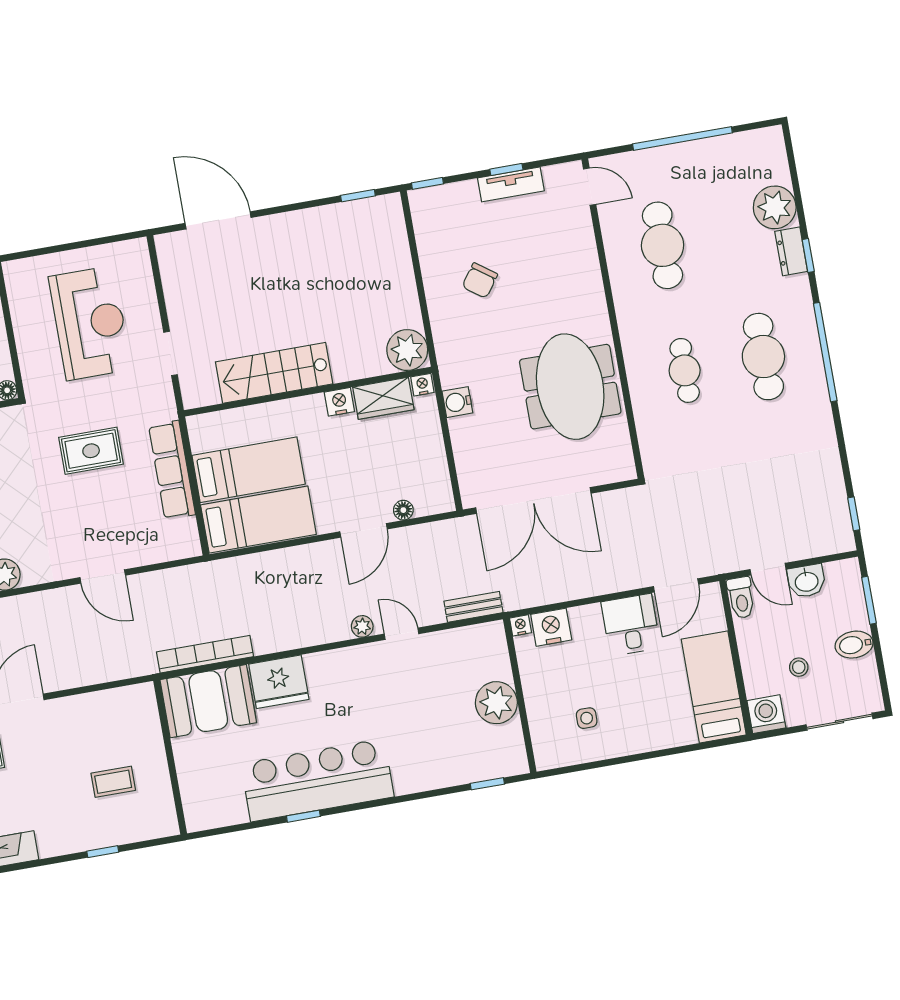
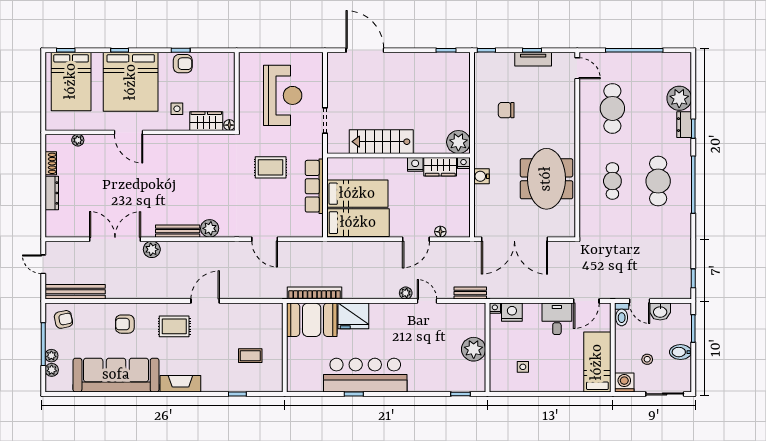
chair: (480, 280) -> (506, 110), turned 54

